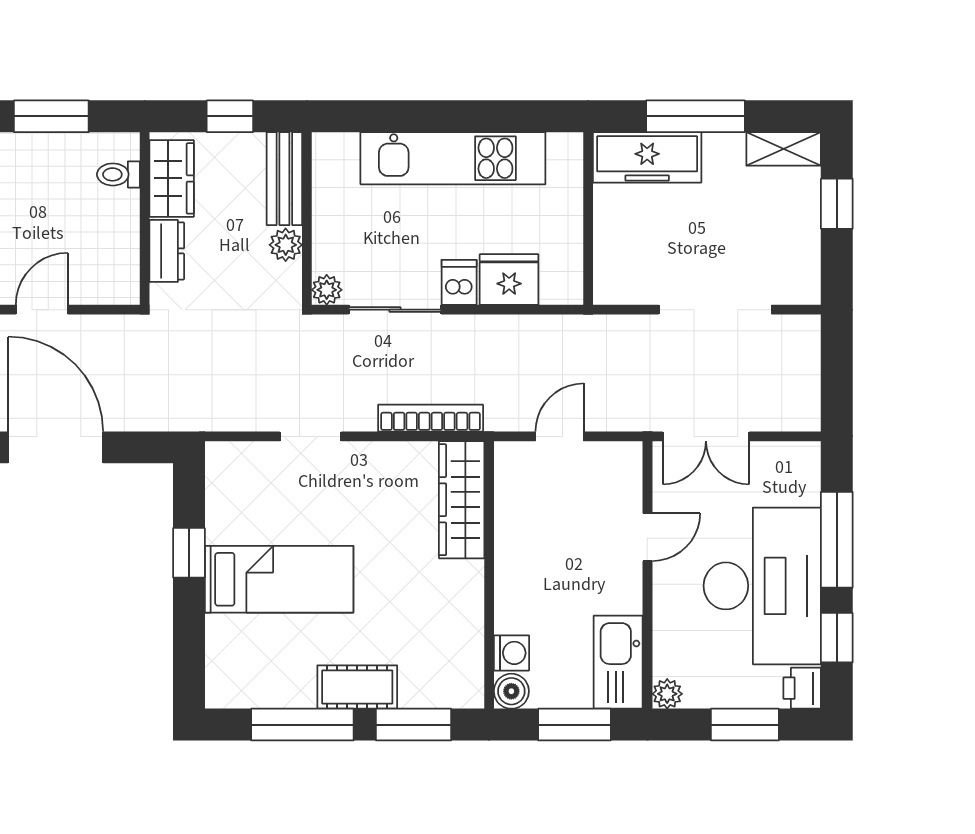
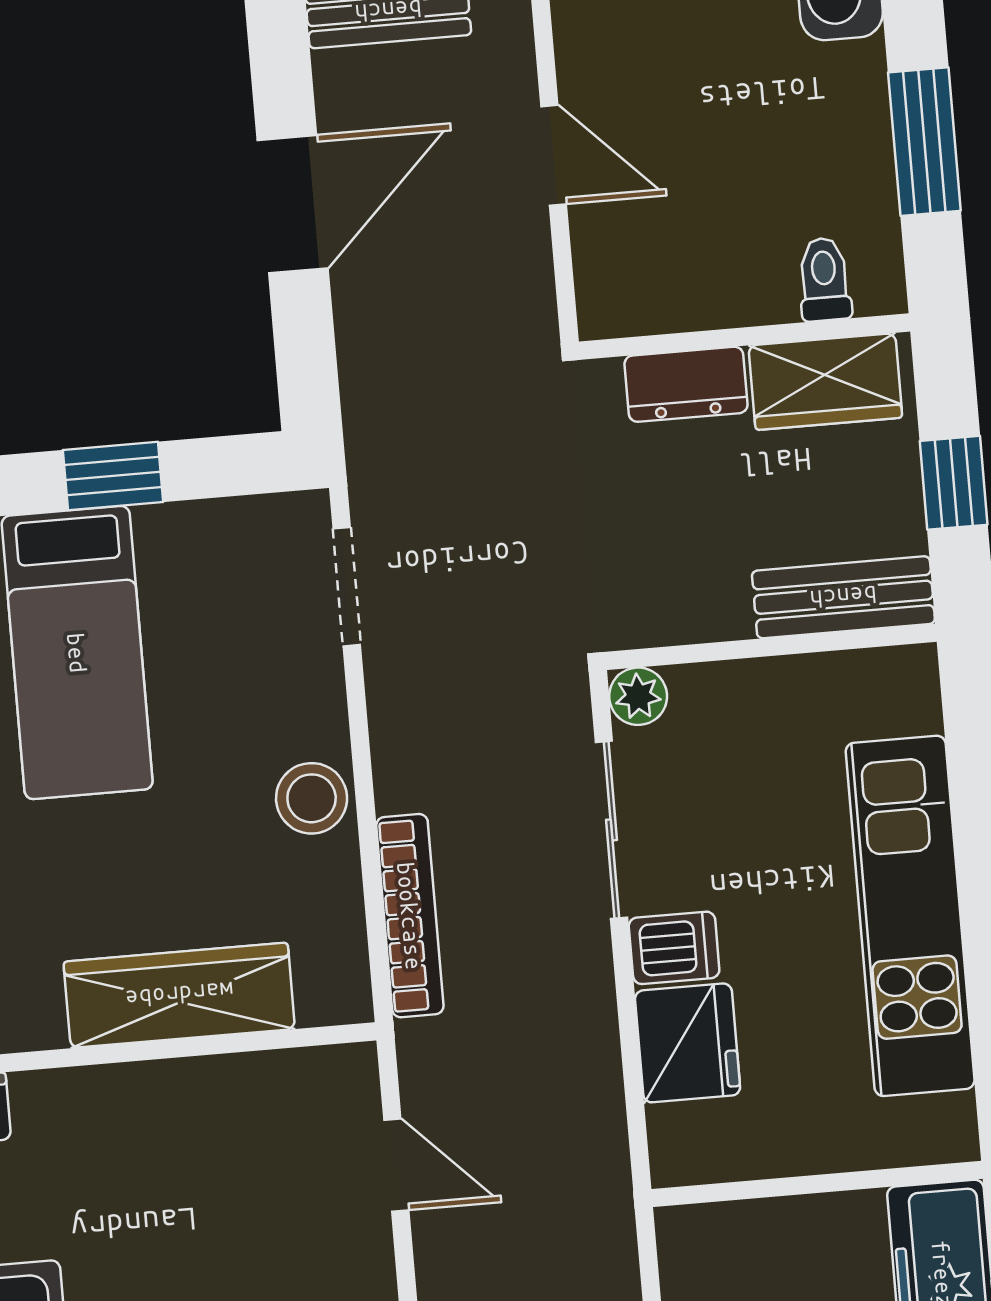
plant: (286, 245) -> (717, 611), removed
doorway: (311, 436) -> (347, 587), moved
door: (56, 447) -> (293, 204), width x0.73
stool: (365, 464) -> (312, 798), added
wardrobe: (462, 500) -> (179, 995), moved

